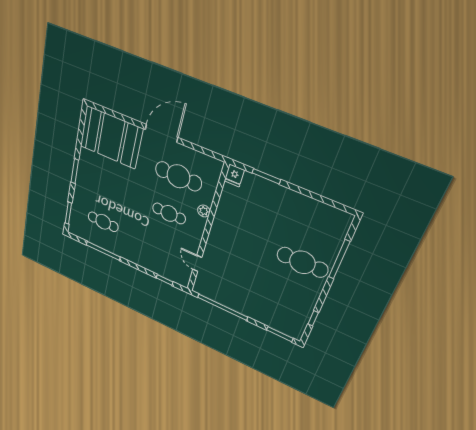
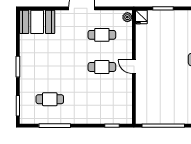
booth: (111, 137) -> (37, 22), width x0.73, depth x0.70
cafe table: (178, 176) -> (102, 35), width x0.73, depth x0.74
plant: (204, 211) -> (127, 17), moved
door: (197, 263) -> (134, 67), moved

